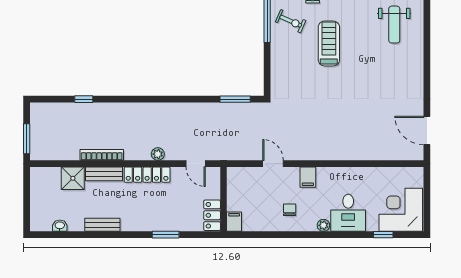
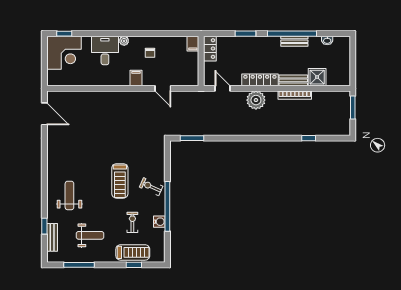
exercise bike: (291, 21) -> (151, 187), moved
plant: (158, 154) -> (256, 100), width x1.88, depth x1.88
window: (105, 235) -> (292, 34), added
window: (383, 235) -> (64, 34), moved

